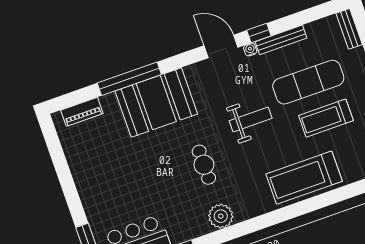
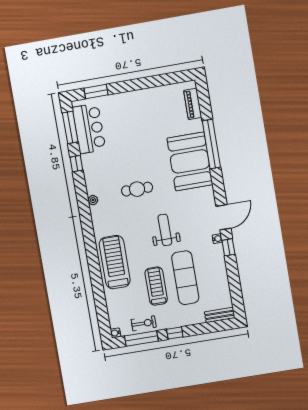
bench: (281, 40) -> (220, 263), removed
weight bench: (251, 119) -> (165, 230), turned 180
plant: (221, 216) -> (93, 200), width x0.53, depth x0.53

